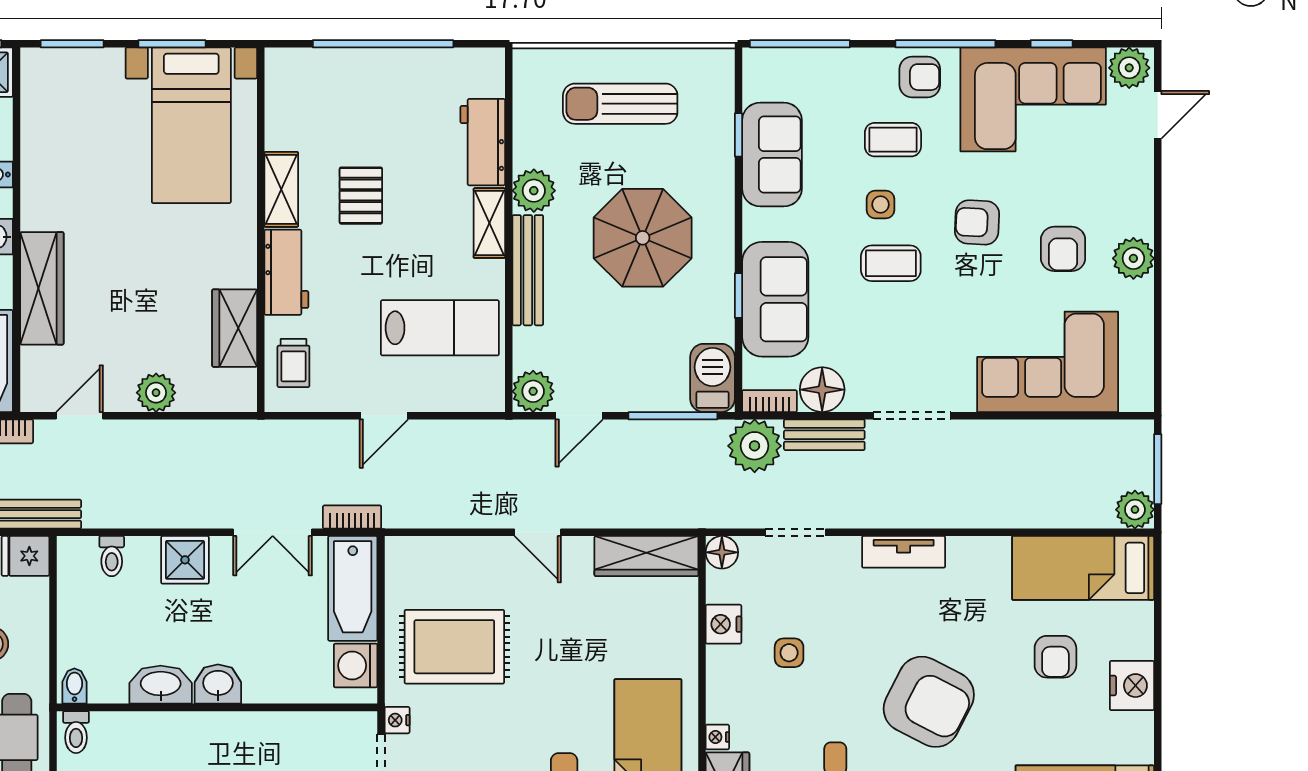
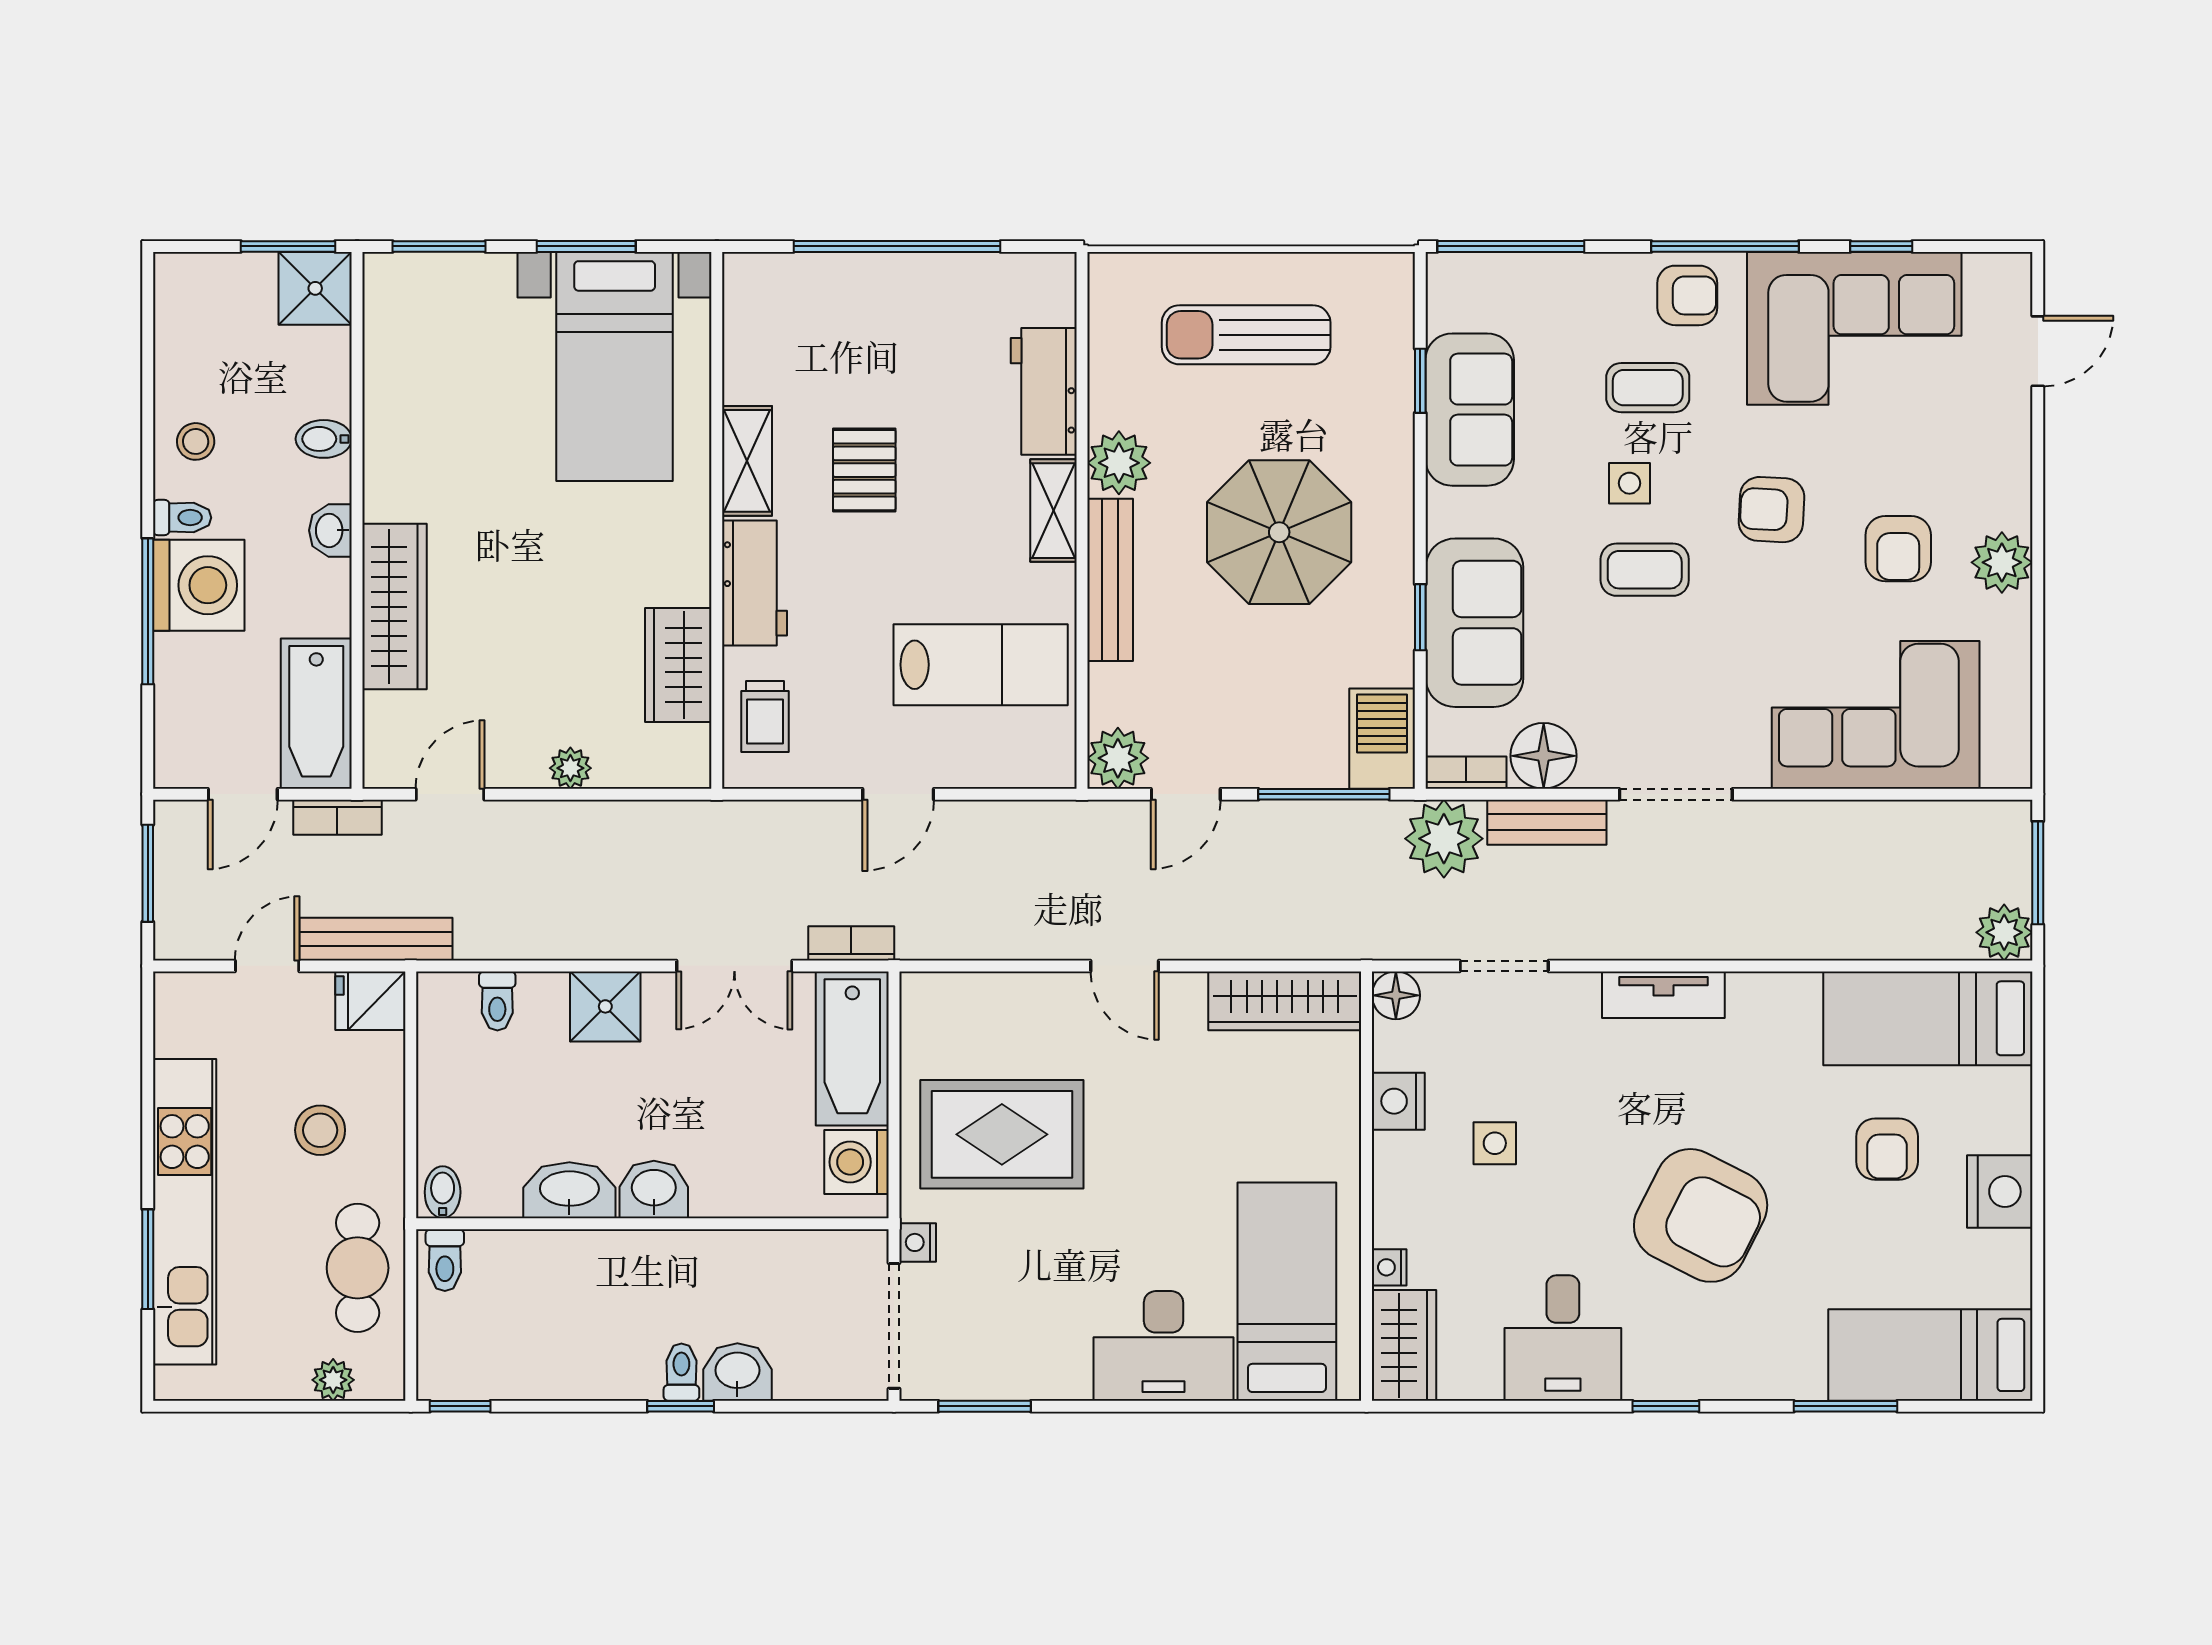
plant: (1129, 68) -> (1996, 282), removed
plant: (156, 393) -> (570, 768), width x0.73, depth x0.73

